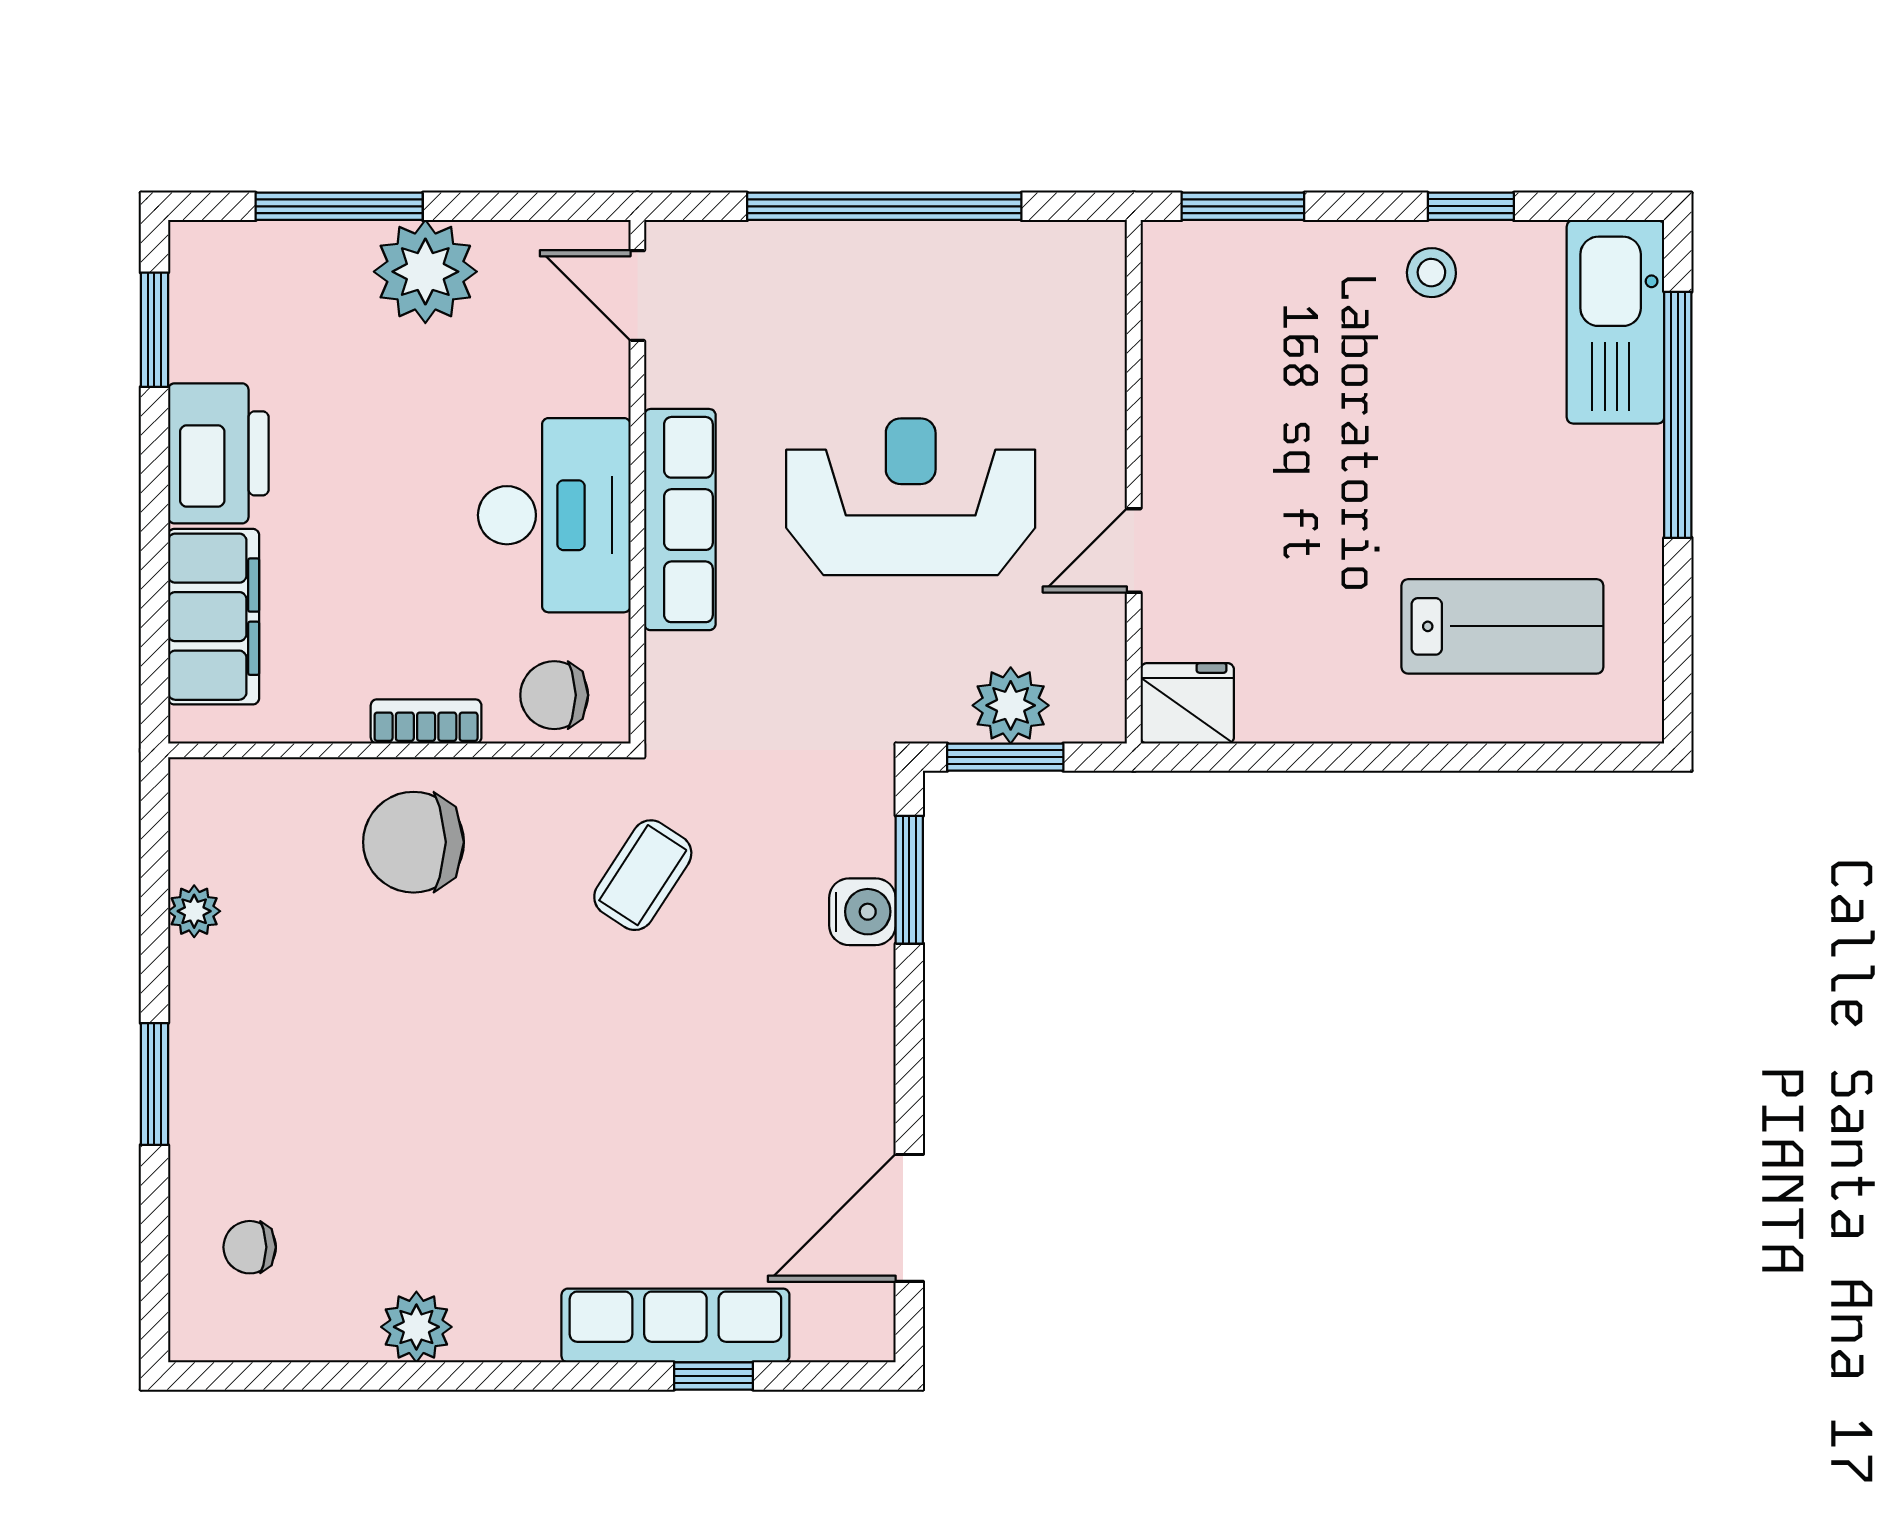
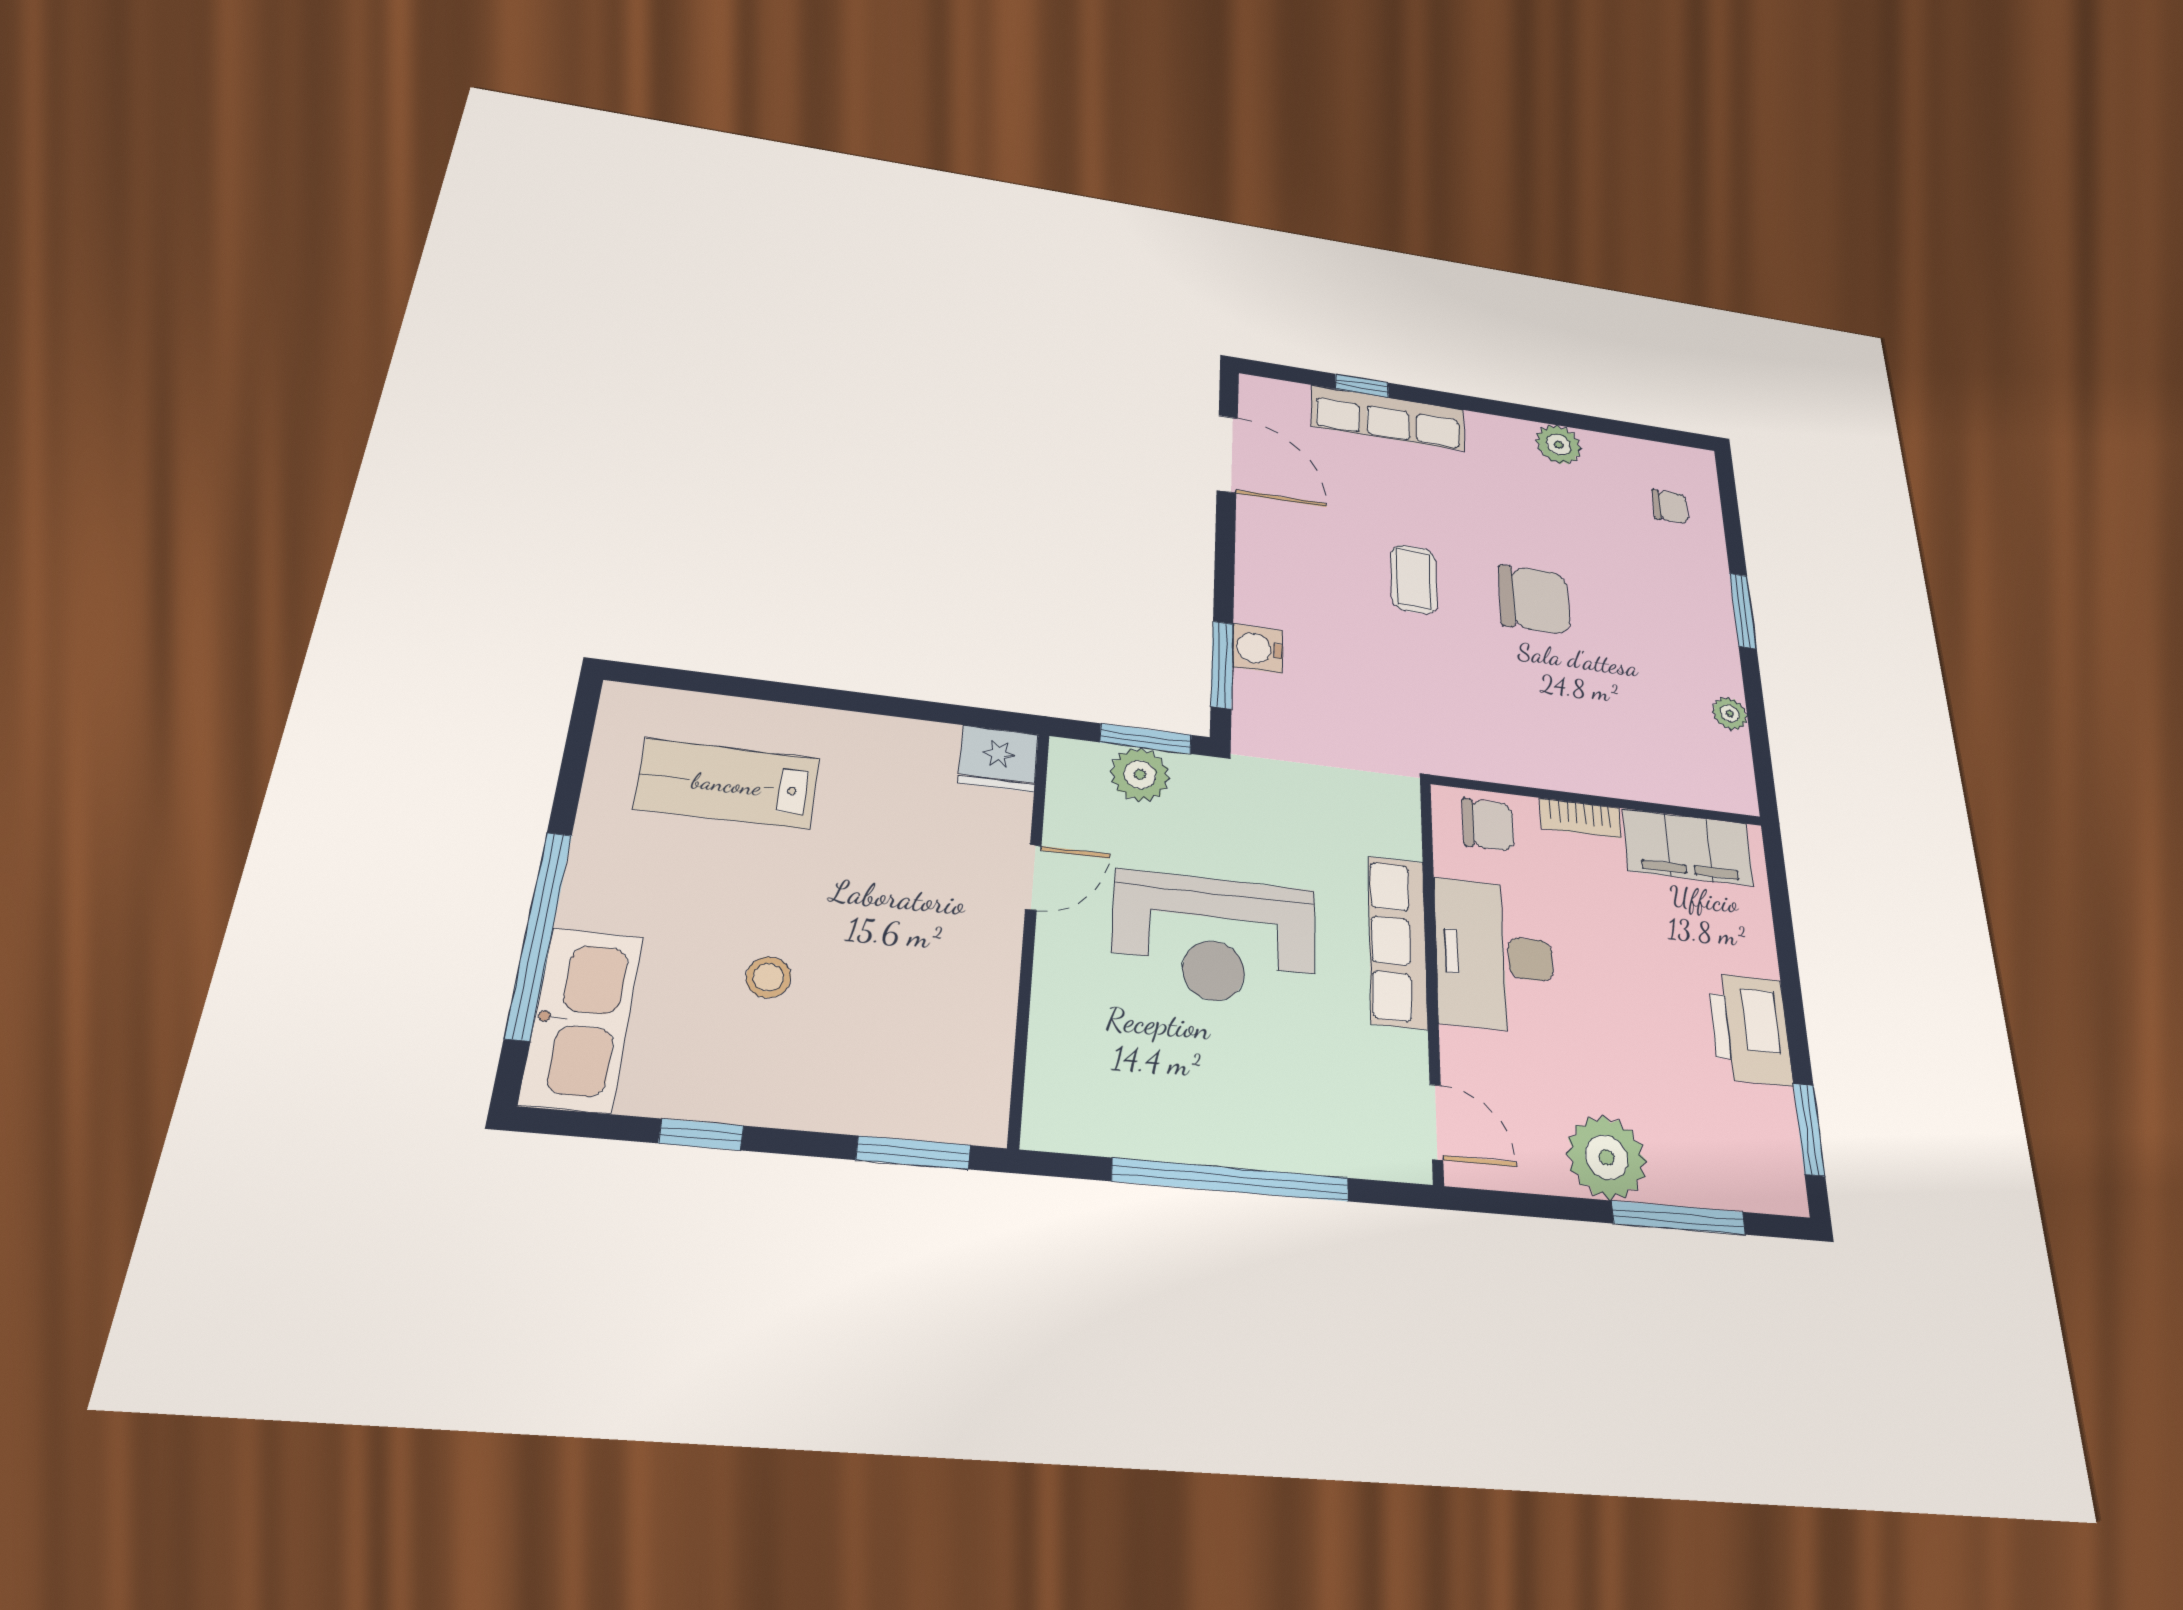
stool: (1431, 273) -> (768, 977), moved
filing cabinet: (214, 617) -> (1688, 847), moved, turned -90
chair: (414, 842) -> (1534, 600), moved
coffee table: (643, 875) -> (1414, 579), moved, turned -33
door: (909, 1218) -> (1227, 454), hinge flipped

